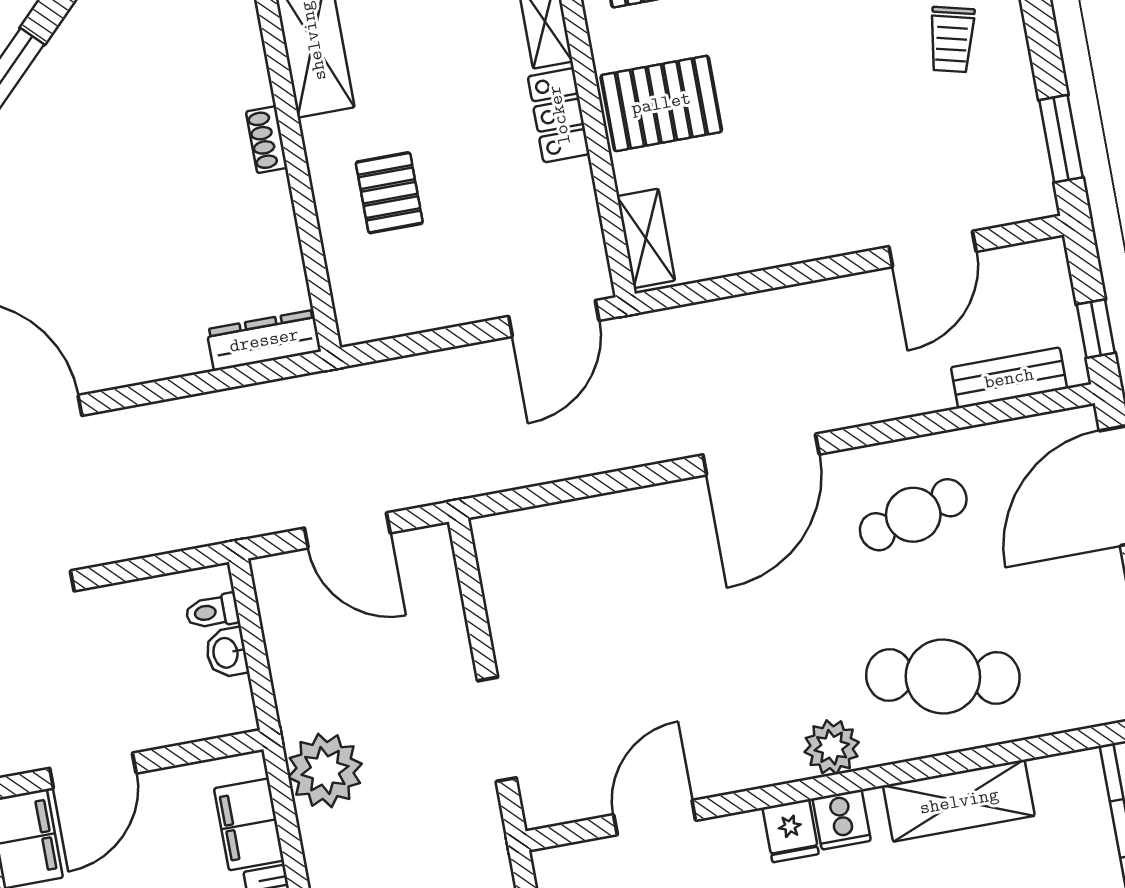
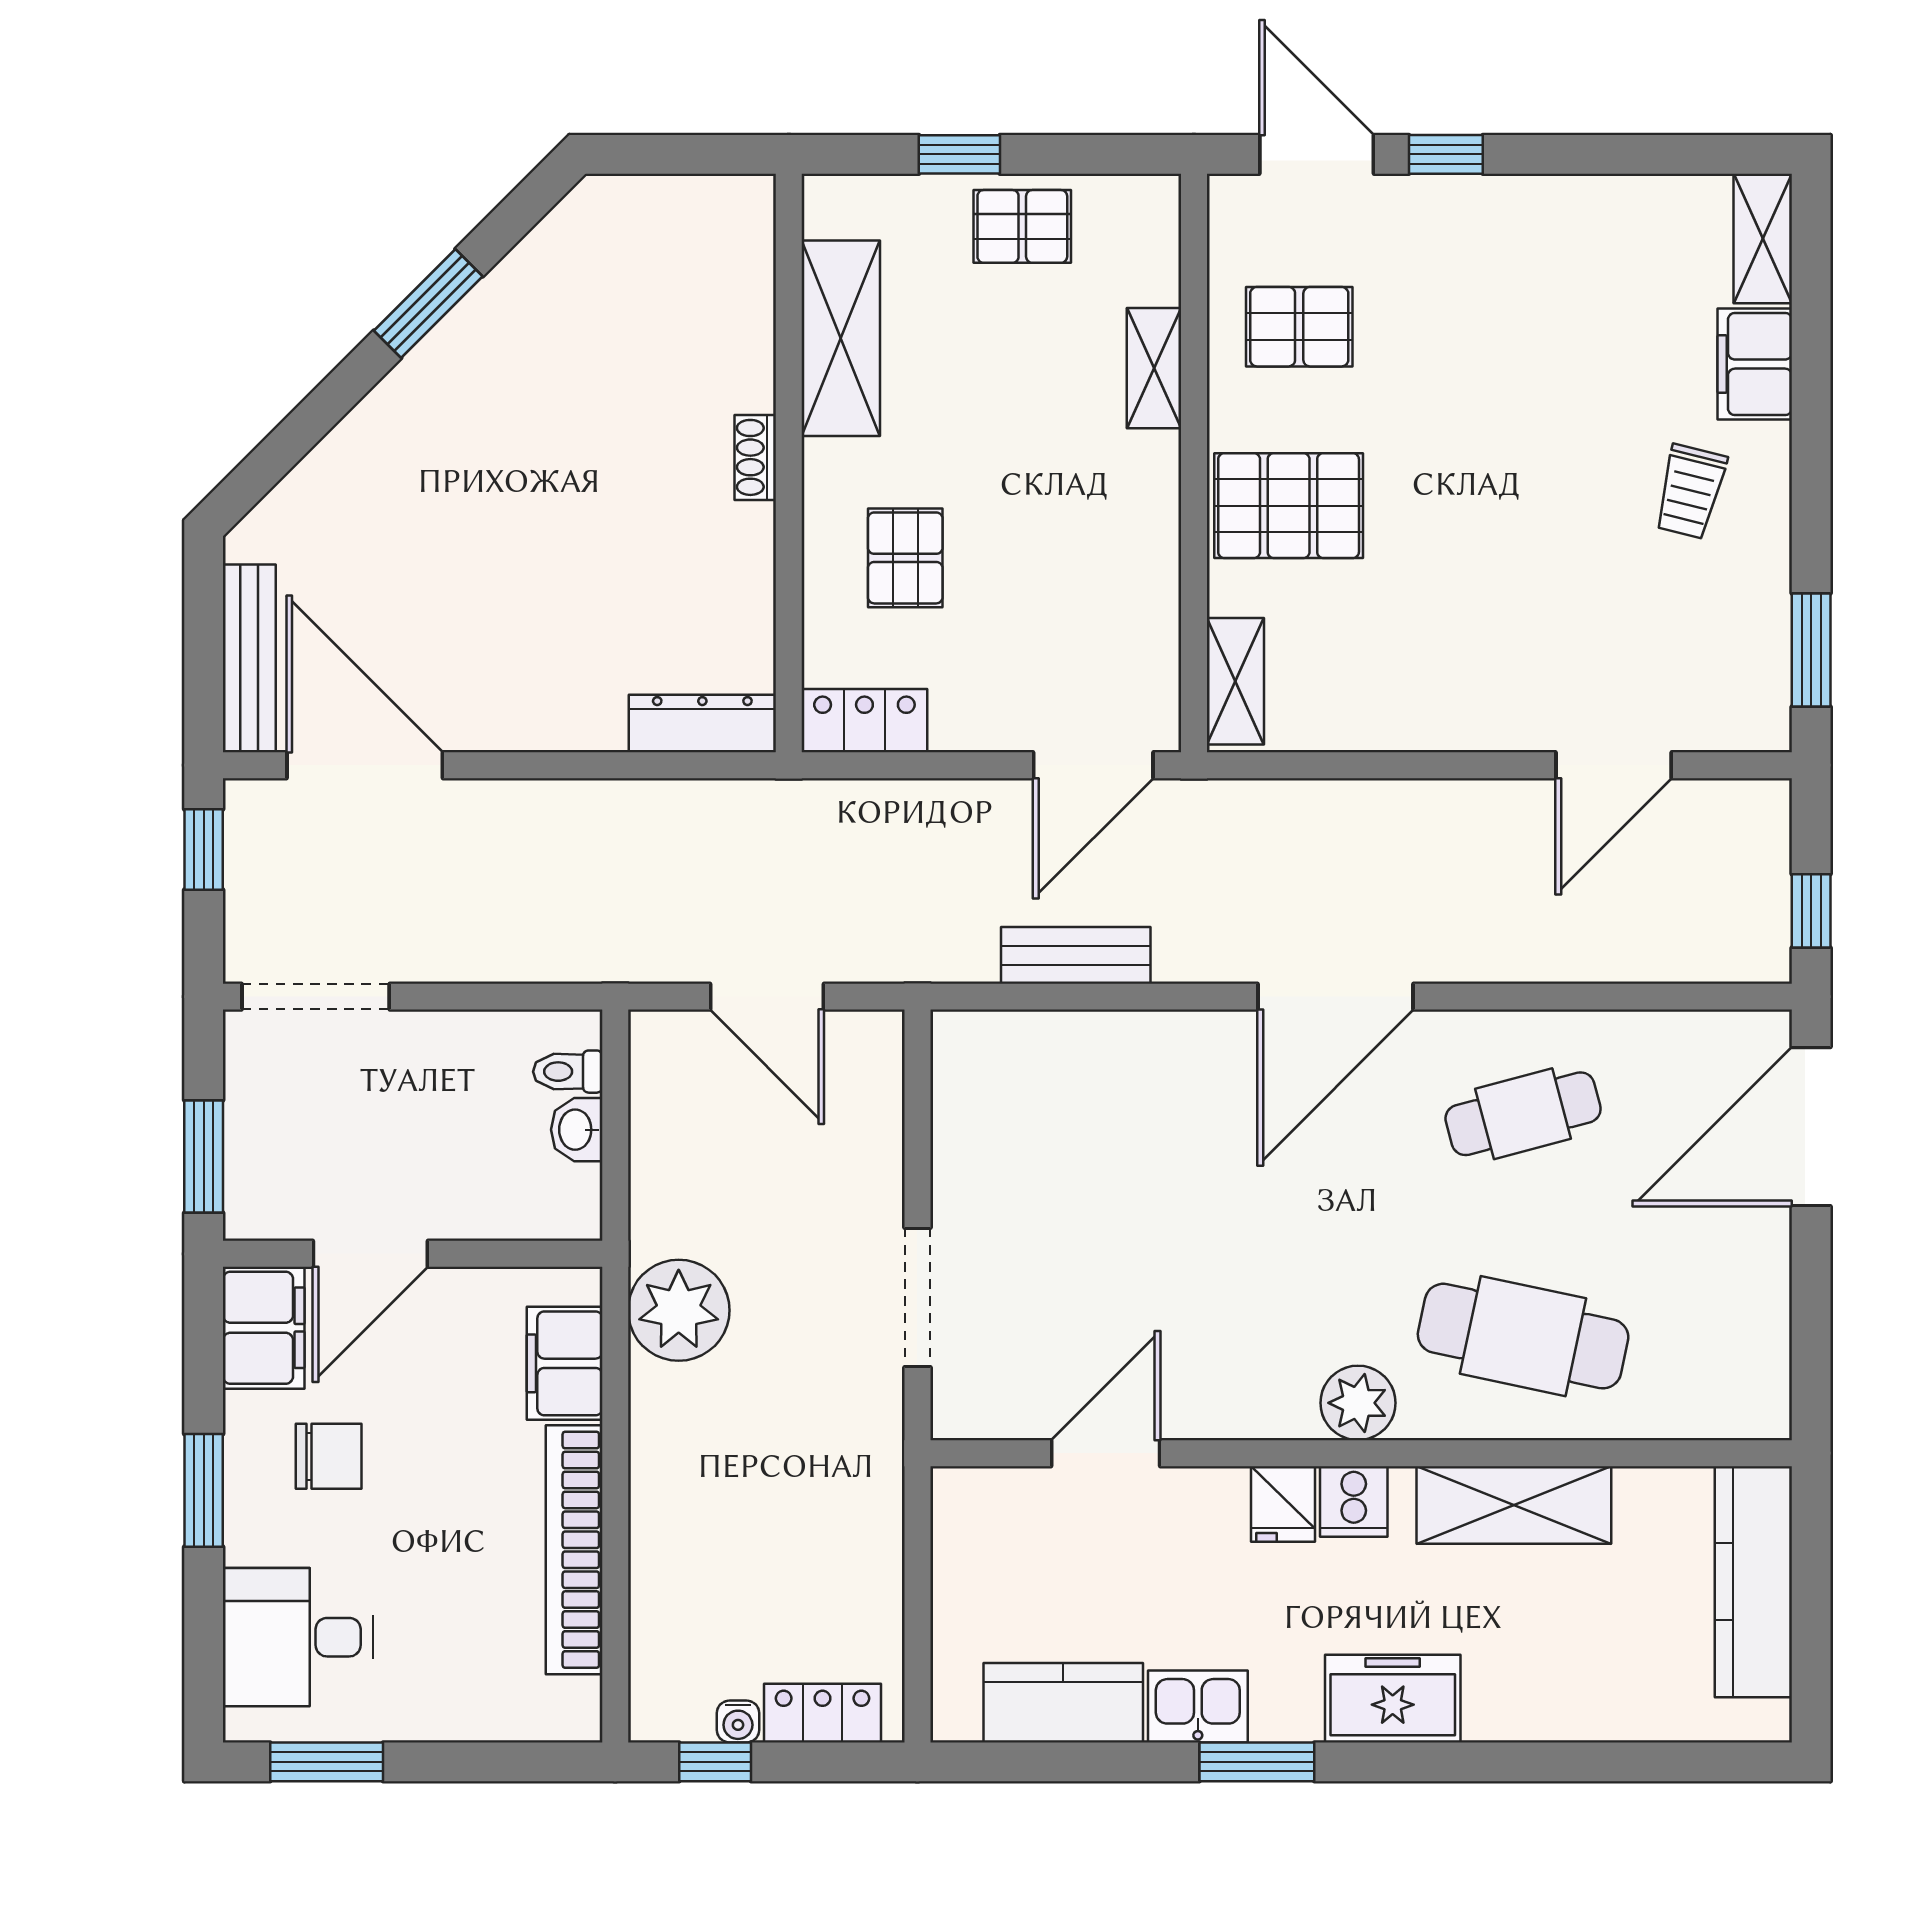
locker: (559, 115) -> (864, 721), moved, turned 90
bench: (1009, 378) -> (1076, 955), moved

